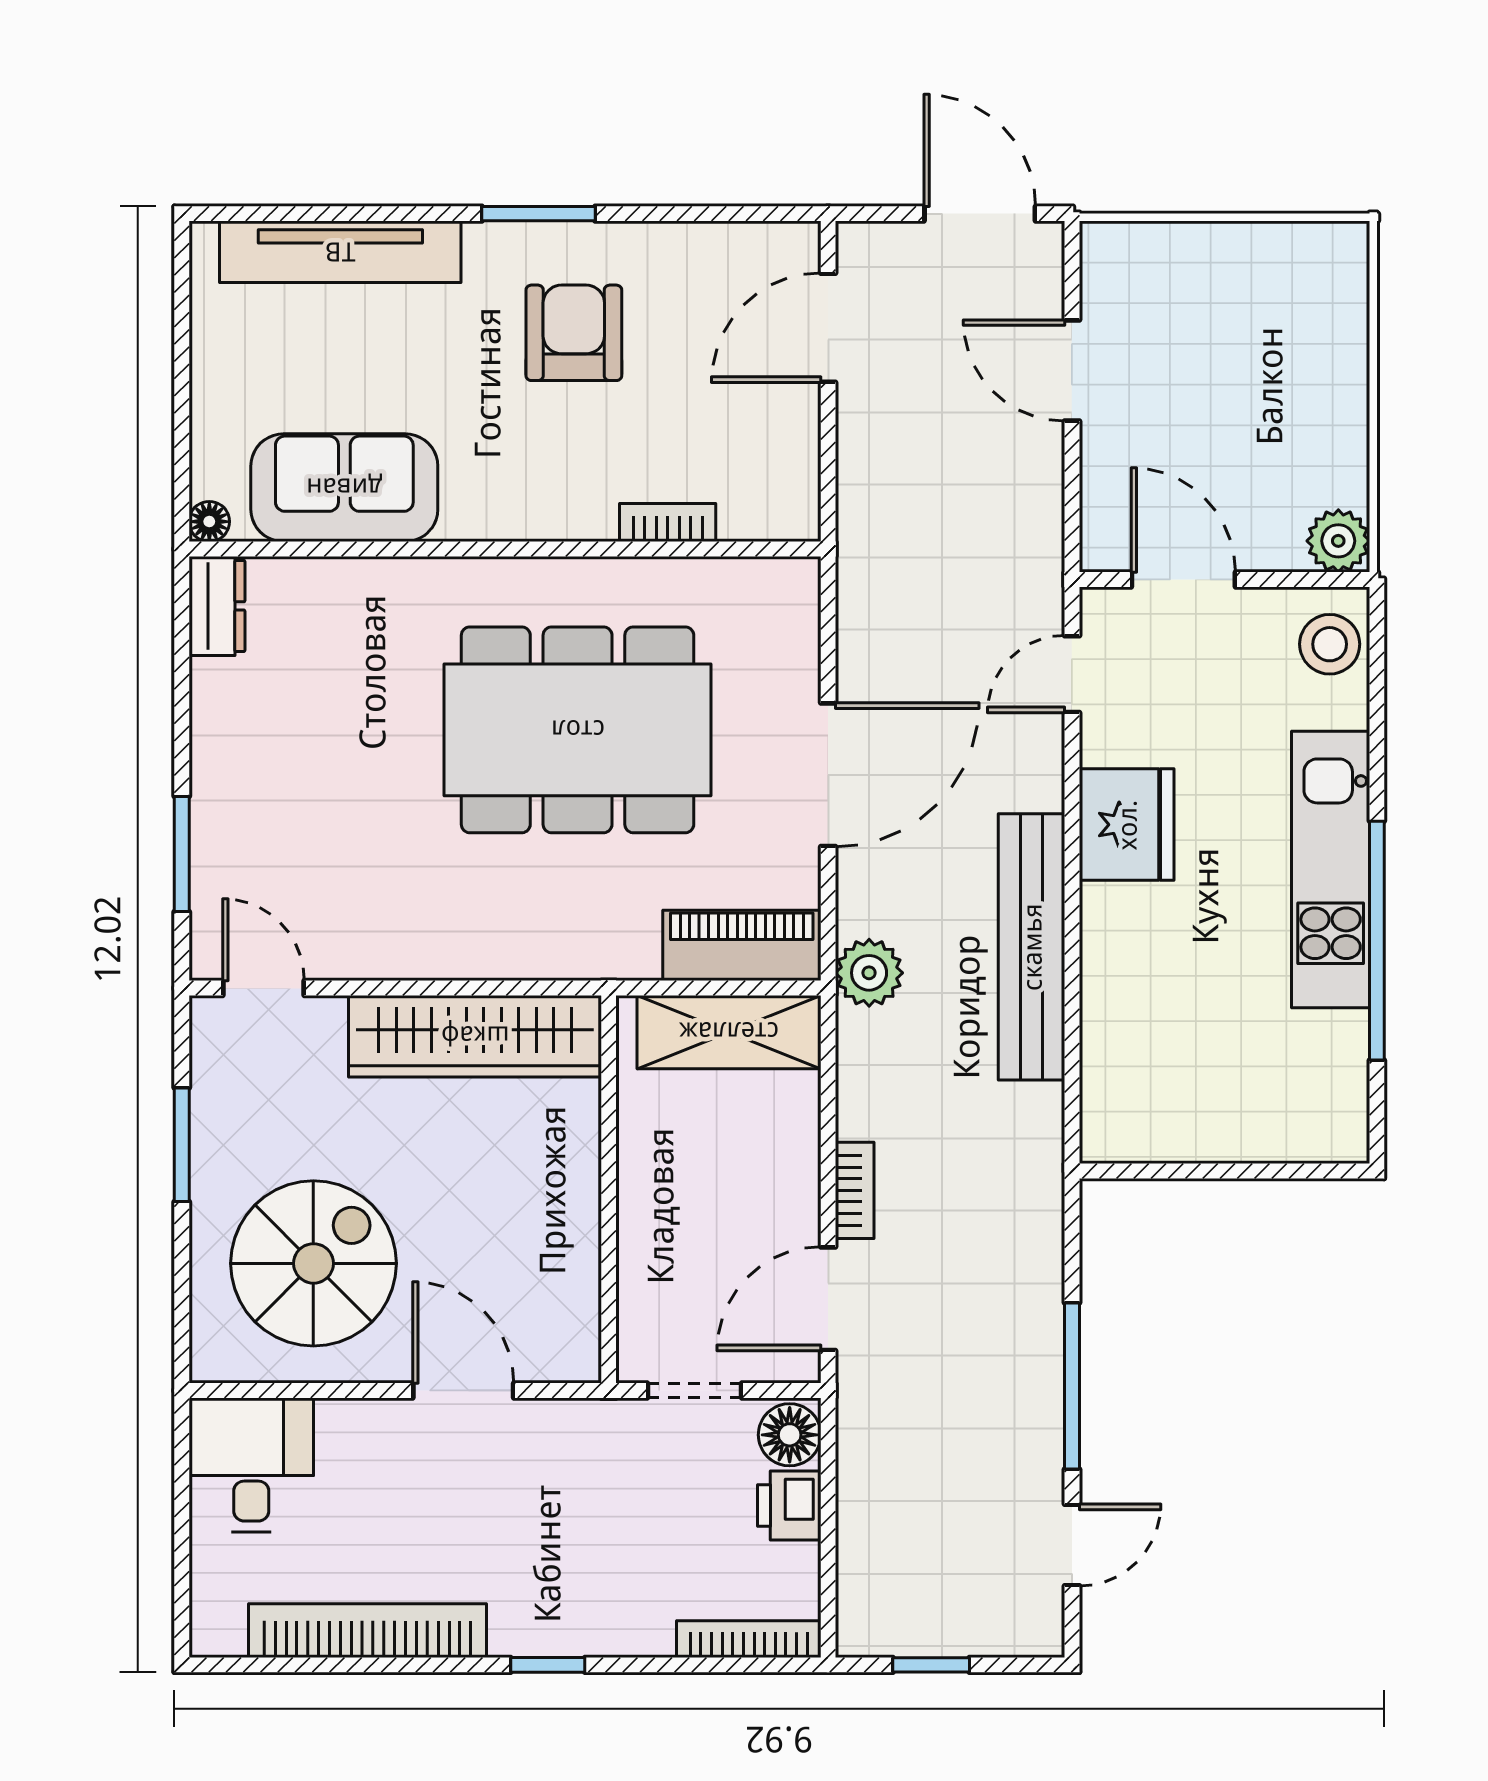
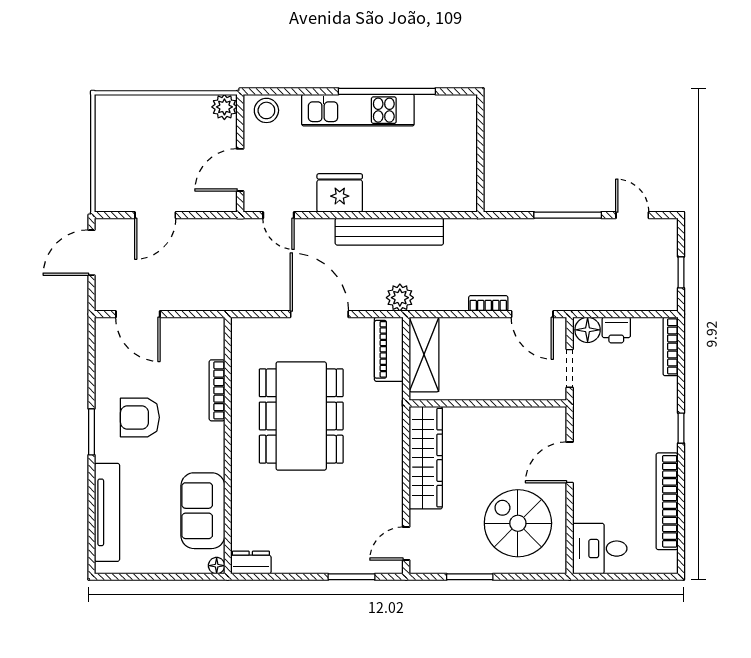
bookcase: (668, 522) -> (217, 390), width x1.56

